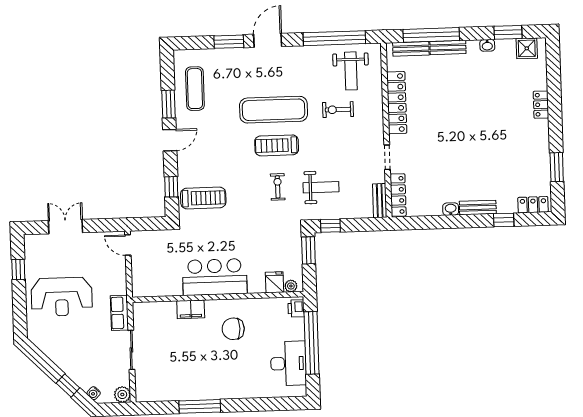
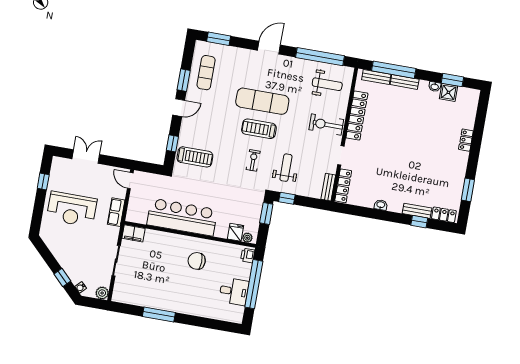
window: (229, 42) -> (219, 39), moved
shower: (527, 48) -> (448, 92), moved
weight bench: (351, 71) -> (327, 84), turned -90
exercise bike: (338, 110) -> (326, 125), moved, width x1.38, depth x1.39
weight bench: (321, 187) -> (286, 168), turned -90
bench: (478, 208) -> (417, 211), moved
bar counter: (215, 277) -> (182, 217), width x1.36
filing cabinet: (191, 309) -> (133, 233), moved
row of seats: (119, 313) -> (116, 212), moved
desk: (288, 363) -> (234, 291), width x0.73

